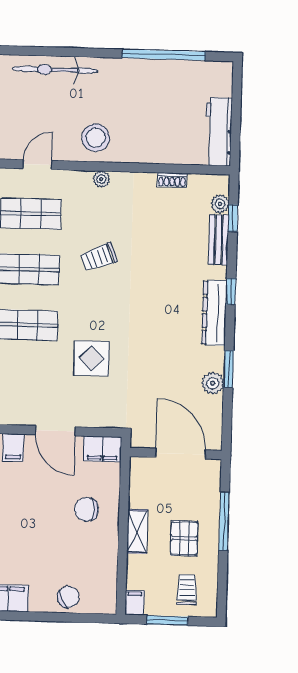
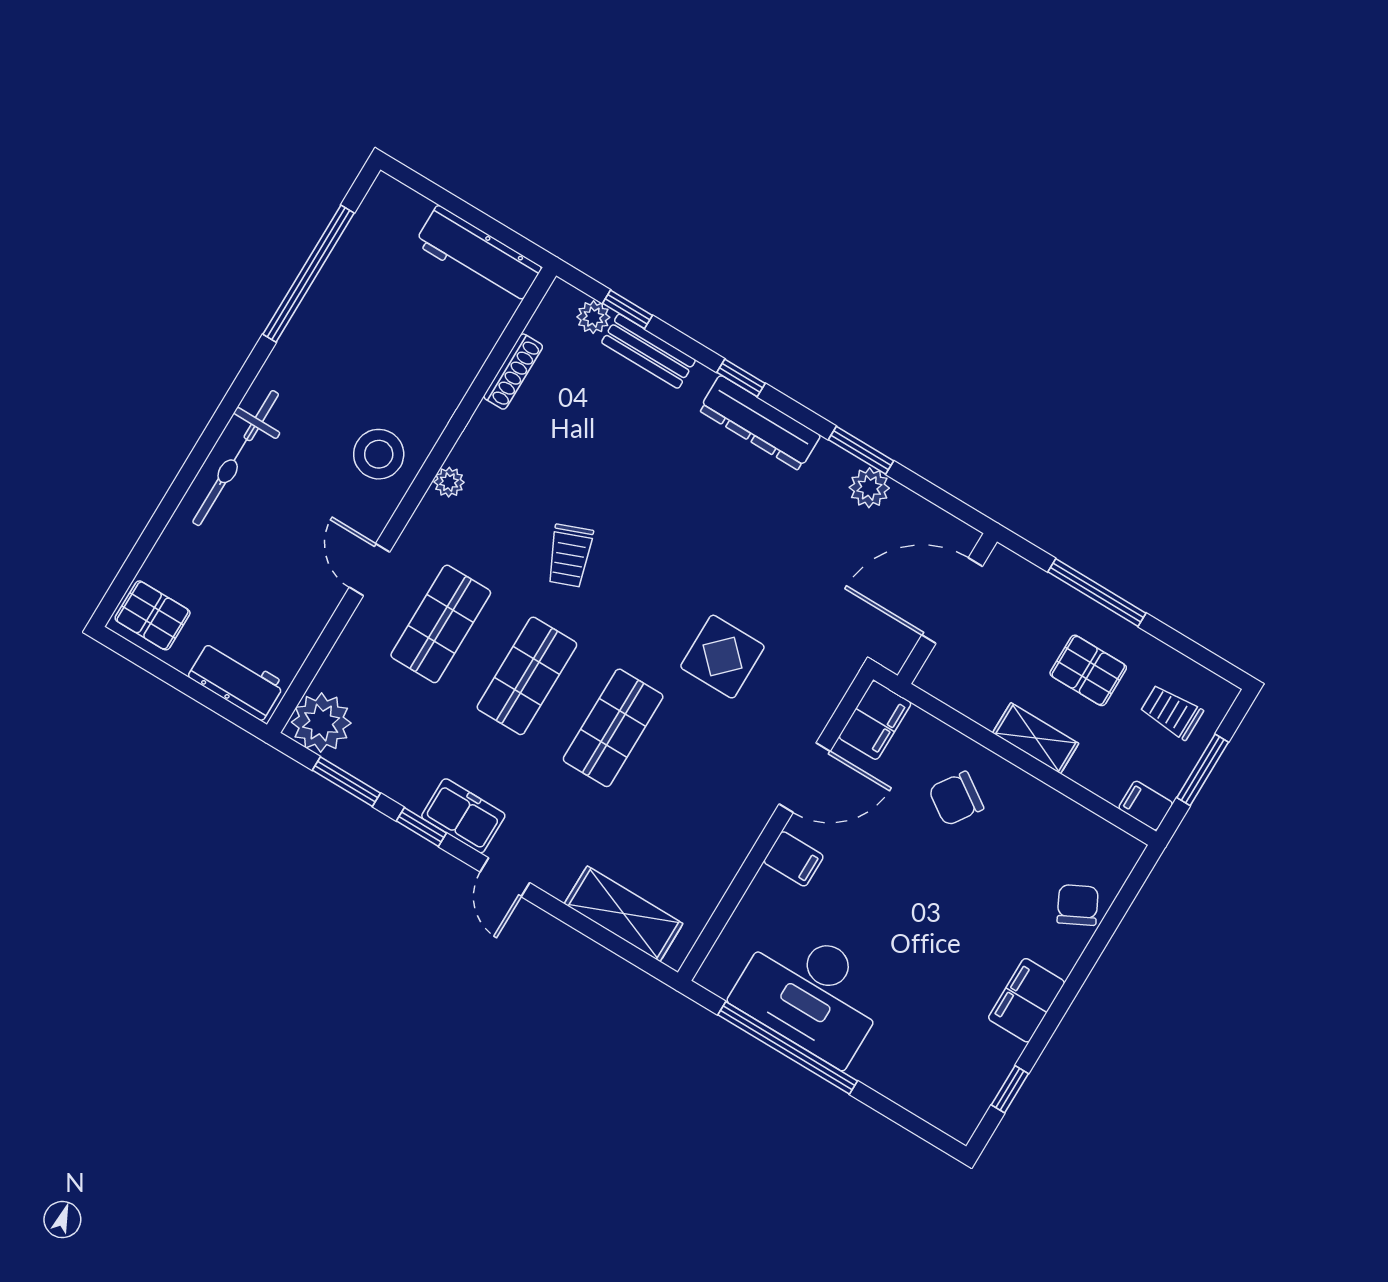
shoe rack: (172, 180) -> (513, 372), width x1.43
chair: (86, 509) -> (956, 799), turned 34

